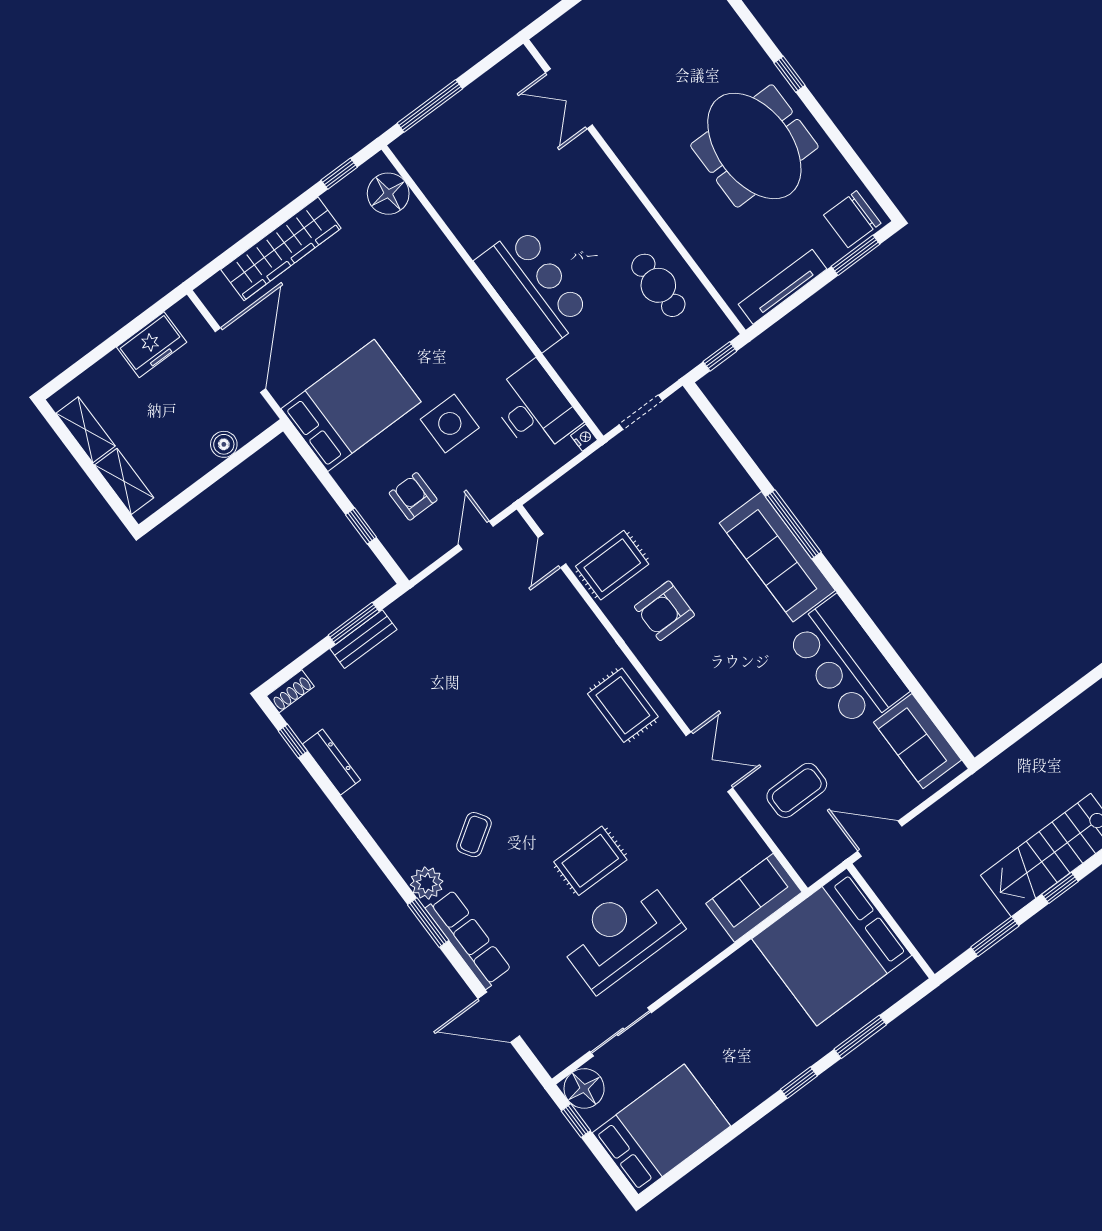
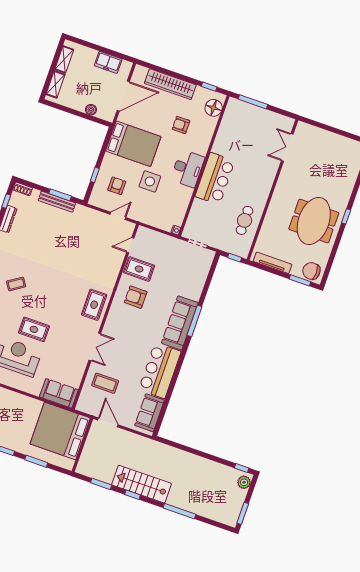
armchair: (378, 283) -> (181, 125), added
desk: (535, 409) -> (188, 169), moved
bench: (363, 639) -> (57, 202), width x1.36

